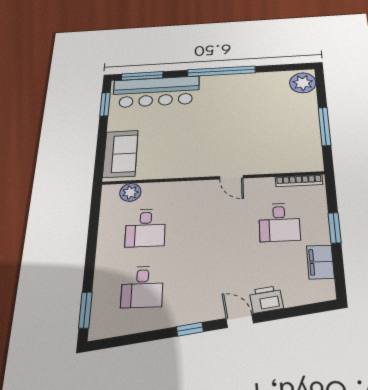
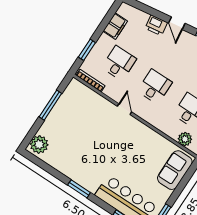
window: (221, 71) -> (79, 189), width x0.47
desk: (212, 225) -> (155, 87), added
window: (335, 228) -> (87, 50), moved

